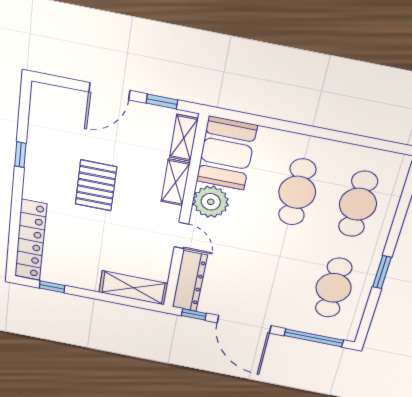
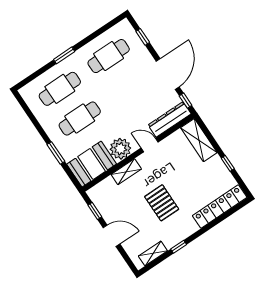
window: (286, 126) -> (56, 153), added
shelving: (184, 138) -> (153, 253), moved
pallet: (96, 186) -> (162, 203), turned 90
door: (181, 235) -> (150, 145), hinge flipped
window: (382, 272) -> (64, 55), moved
window: (52, 287) -> (228, 163), moved
window: (314, 338) -> (143, 37), width x0.46

